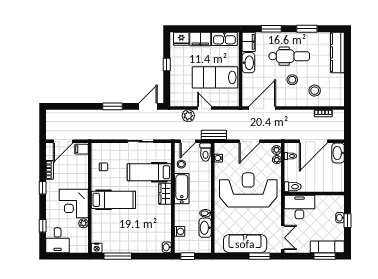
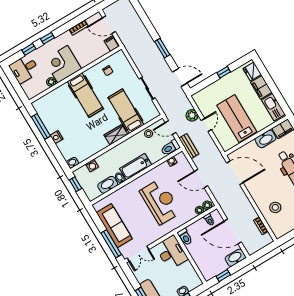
stool: (292, 80) -> (273, 184), removed
window: (348, 173) -> (223, 276), added
window: (43, 188) -> (47, 38), moved
bathtub: (182, 189) -> (136, 167), moved, turned 180
reception desk: (248, 190) -> (160, 202), width x0.74, depth x0.77
nightstand: (97, 248) -> (56, 137), moved
window: (259, 256) -> (111, 244), width x1.44

